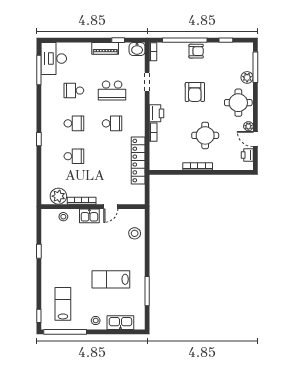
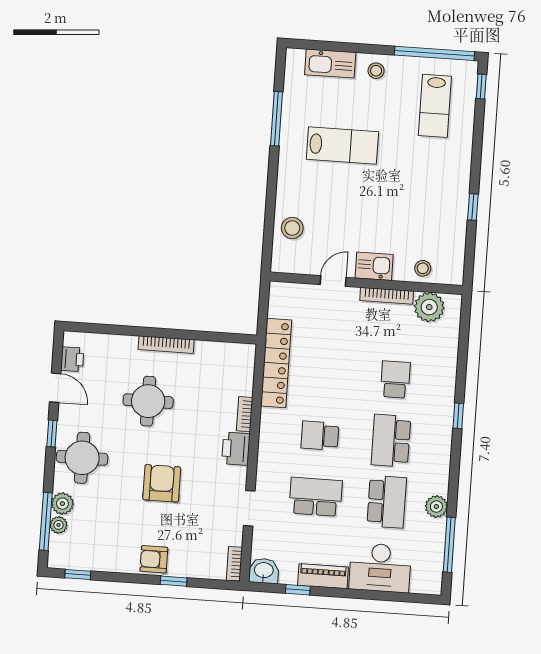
window: (185, 40) -> (174, 581), width x0.32
window: (226, 40) -> (78, 574), moved
desk: (54, 59) -> (380, 568), moved, turned 90
plant: (47, 90) -> (436, 507), added
school desk: (74, 91) -> (387, 502), width x1.85
window: (255, 114) -> (52, 434), added
school desk: (74, 123) -> (391, 441), width x1.85
plant: (248, 126) -> (59, 525), moved
school desk: (74, 156) -> (395, 380), turned 90

